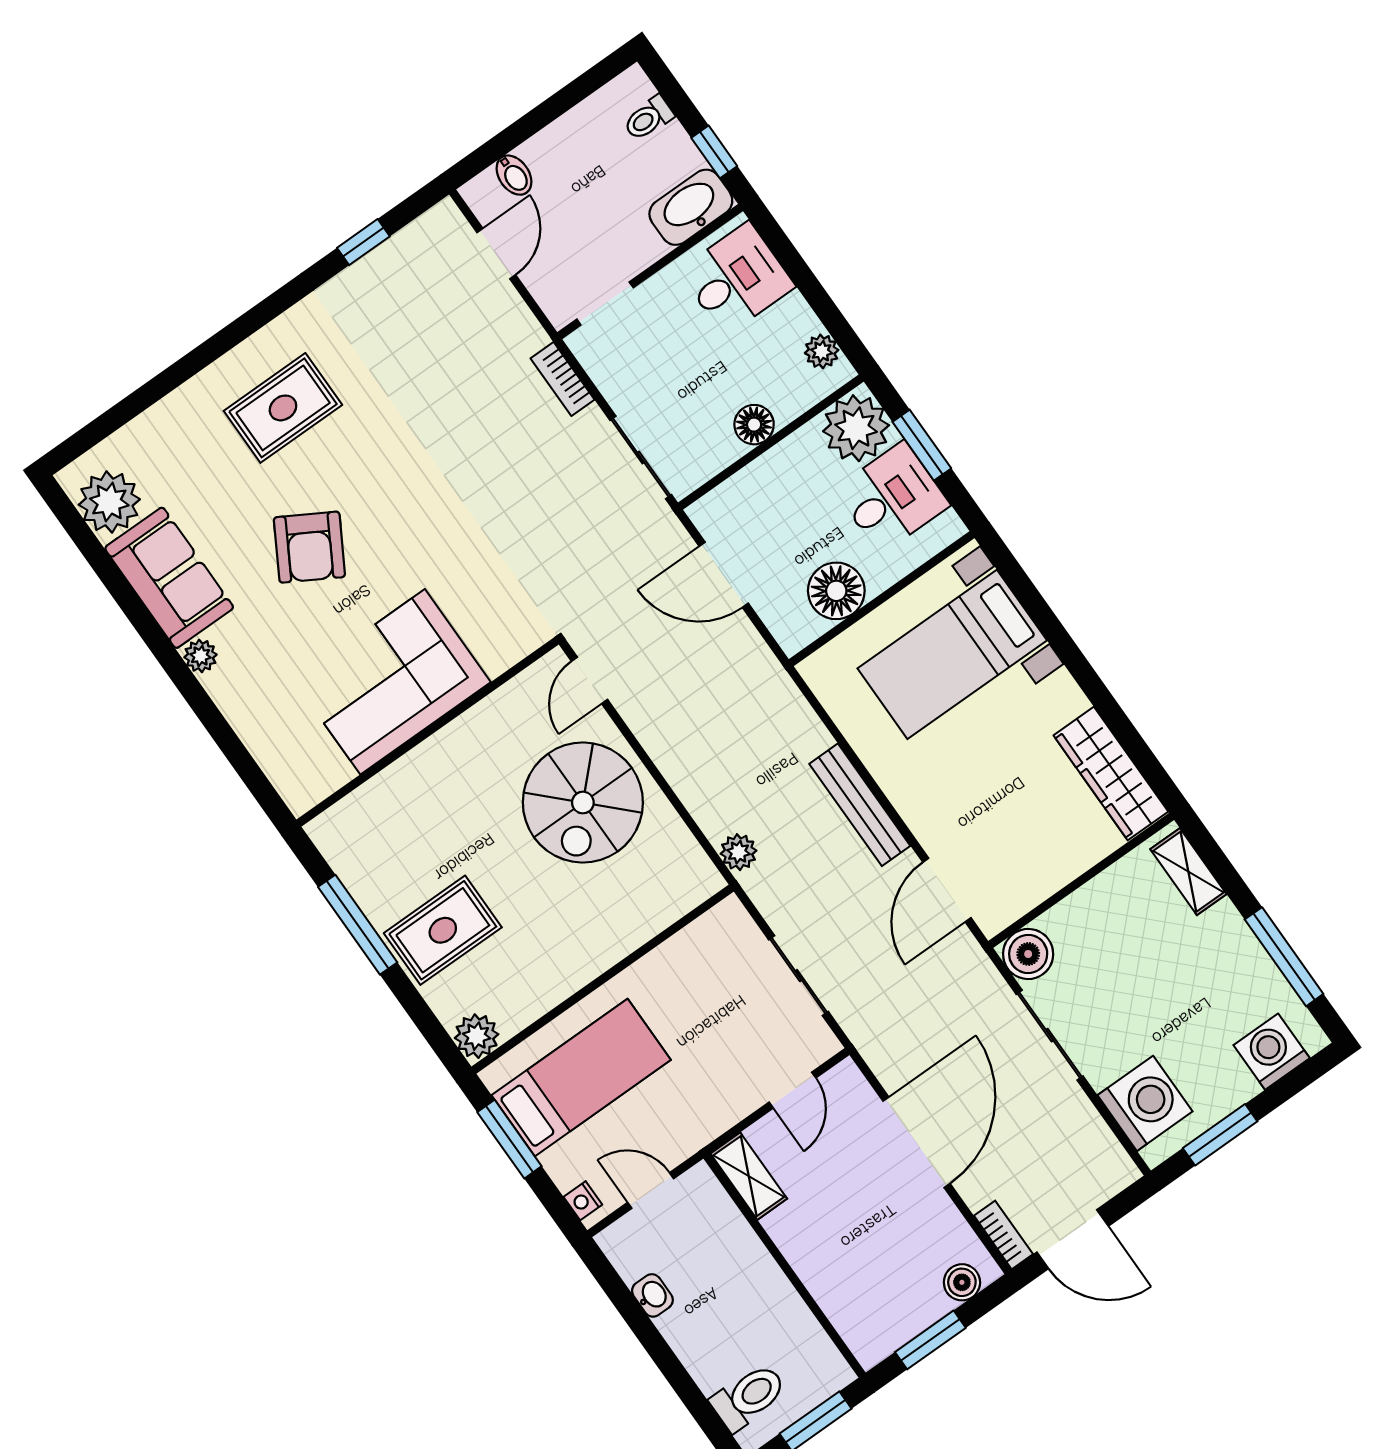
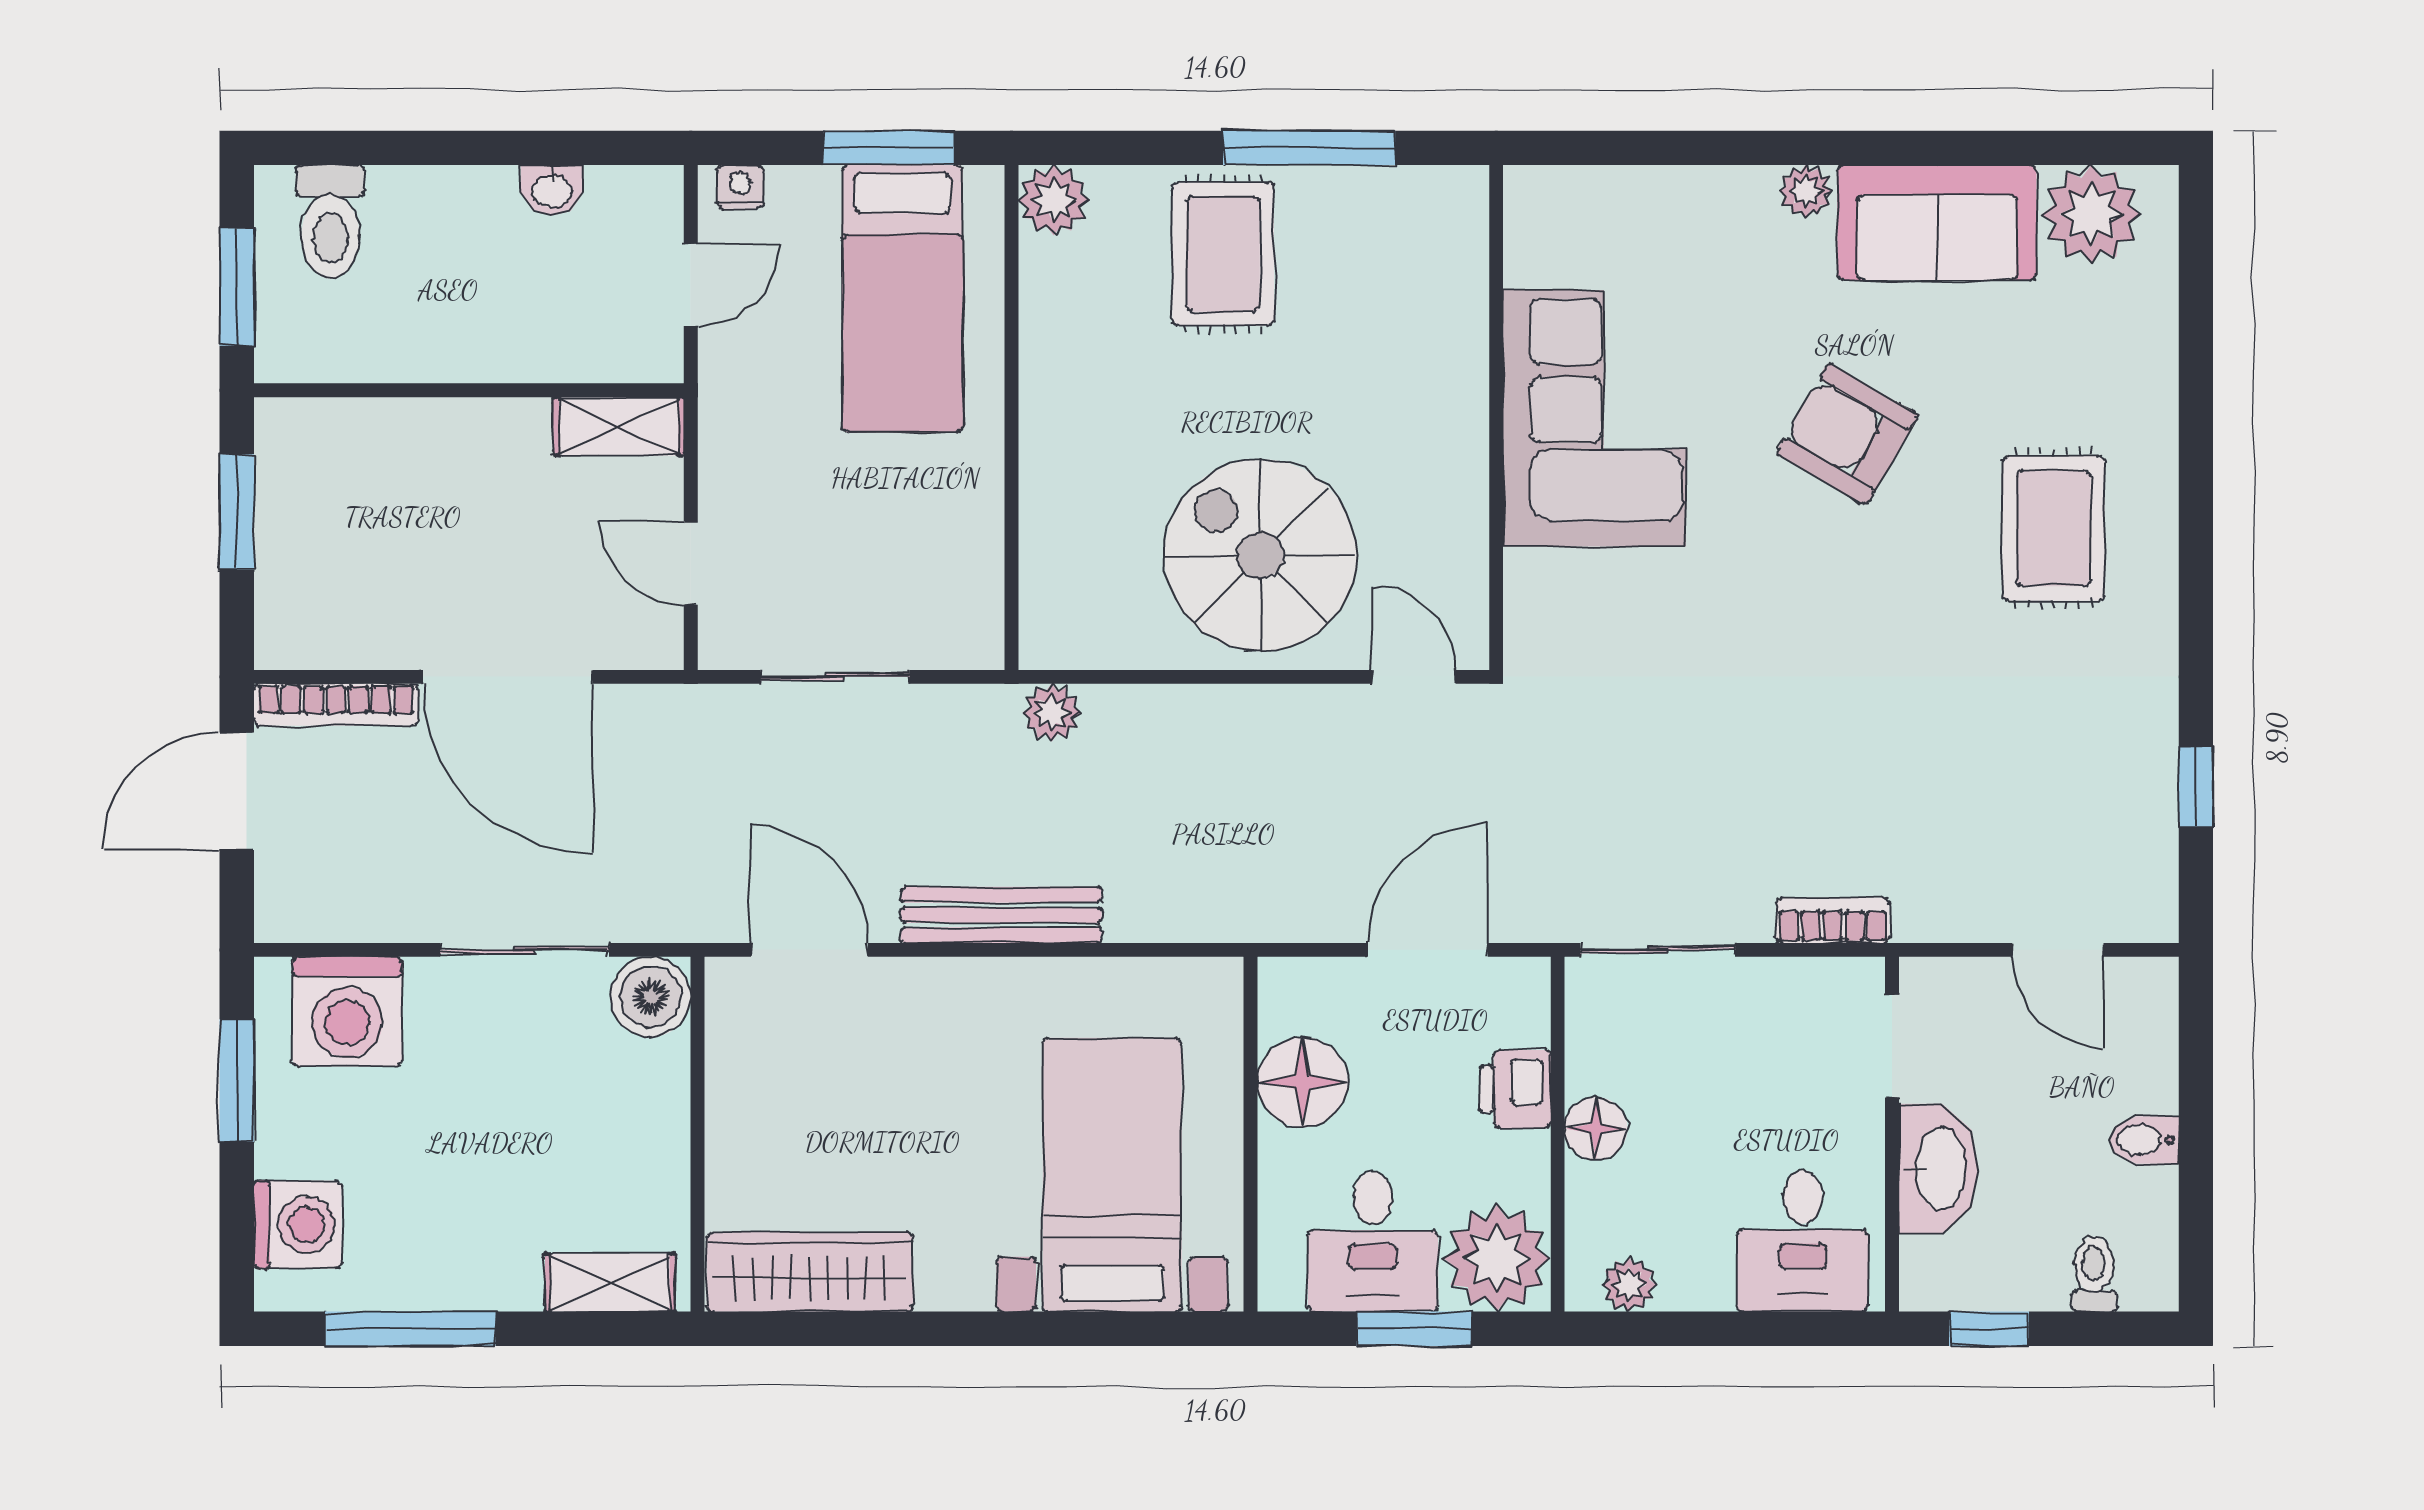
bidet: (514, 175) -> (2144, 1140), moved
washbasin: (691, 207) -> (1938, 1169), moved
printer: (763, 480) -> (1515, 1089), added
bookcase: (1003, 1235) -> (336, 705), width x1.56
boiler: (962, 1282) -> (283, 607), removed

